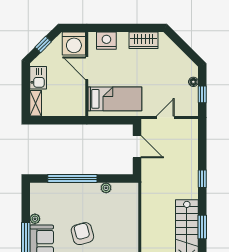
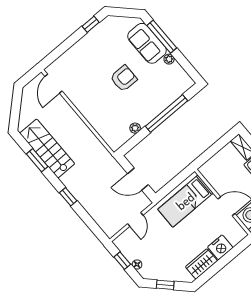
nightstand: (106, 41) -> (220, 247), moved
window: (185, 48) -> (165, 285), added
armchair: (82, 234) -> (124, 78), turned -75

